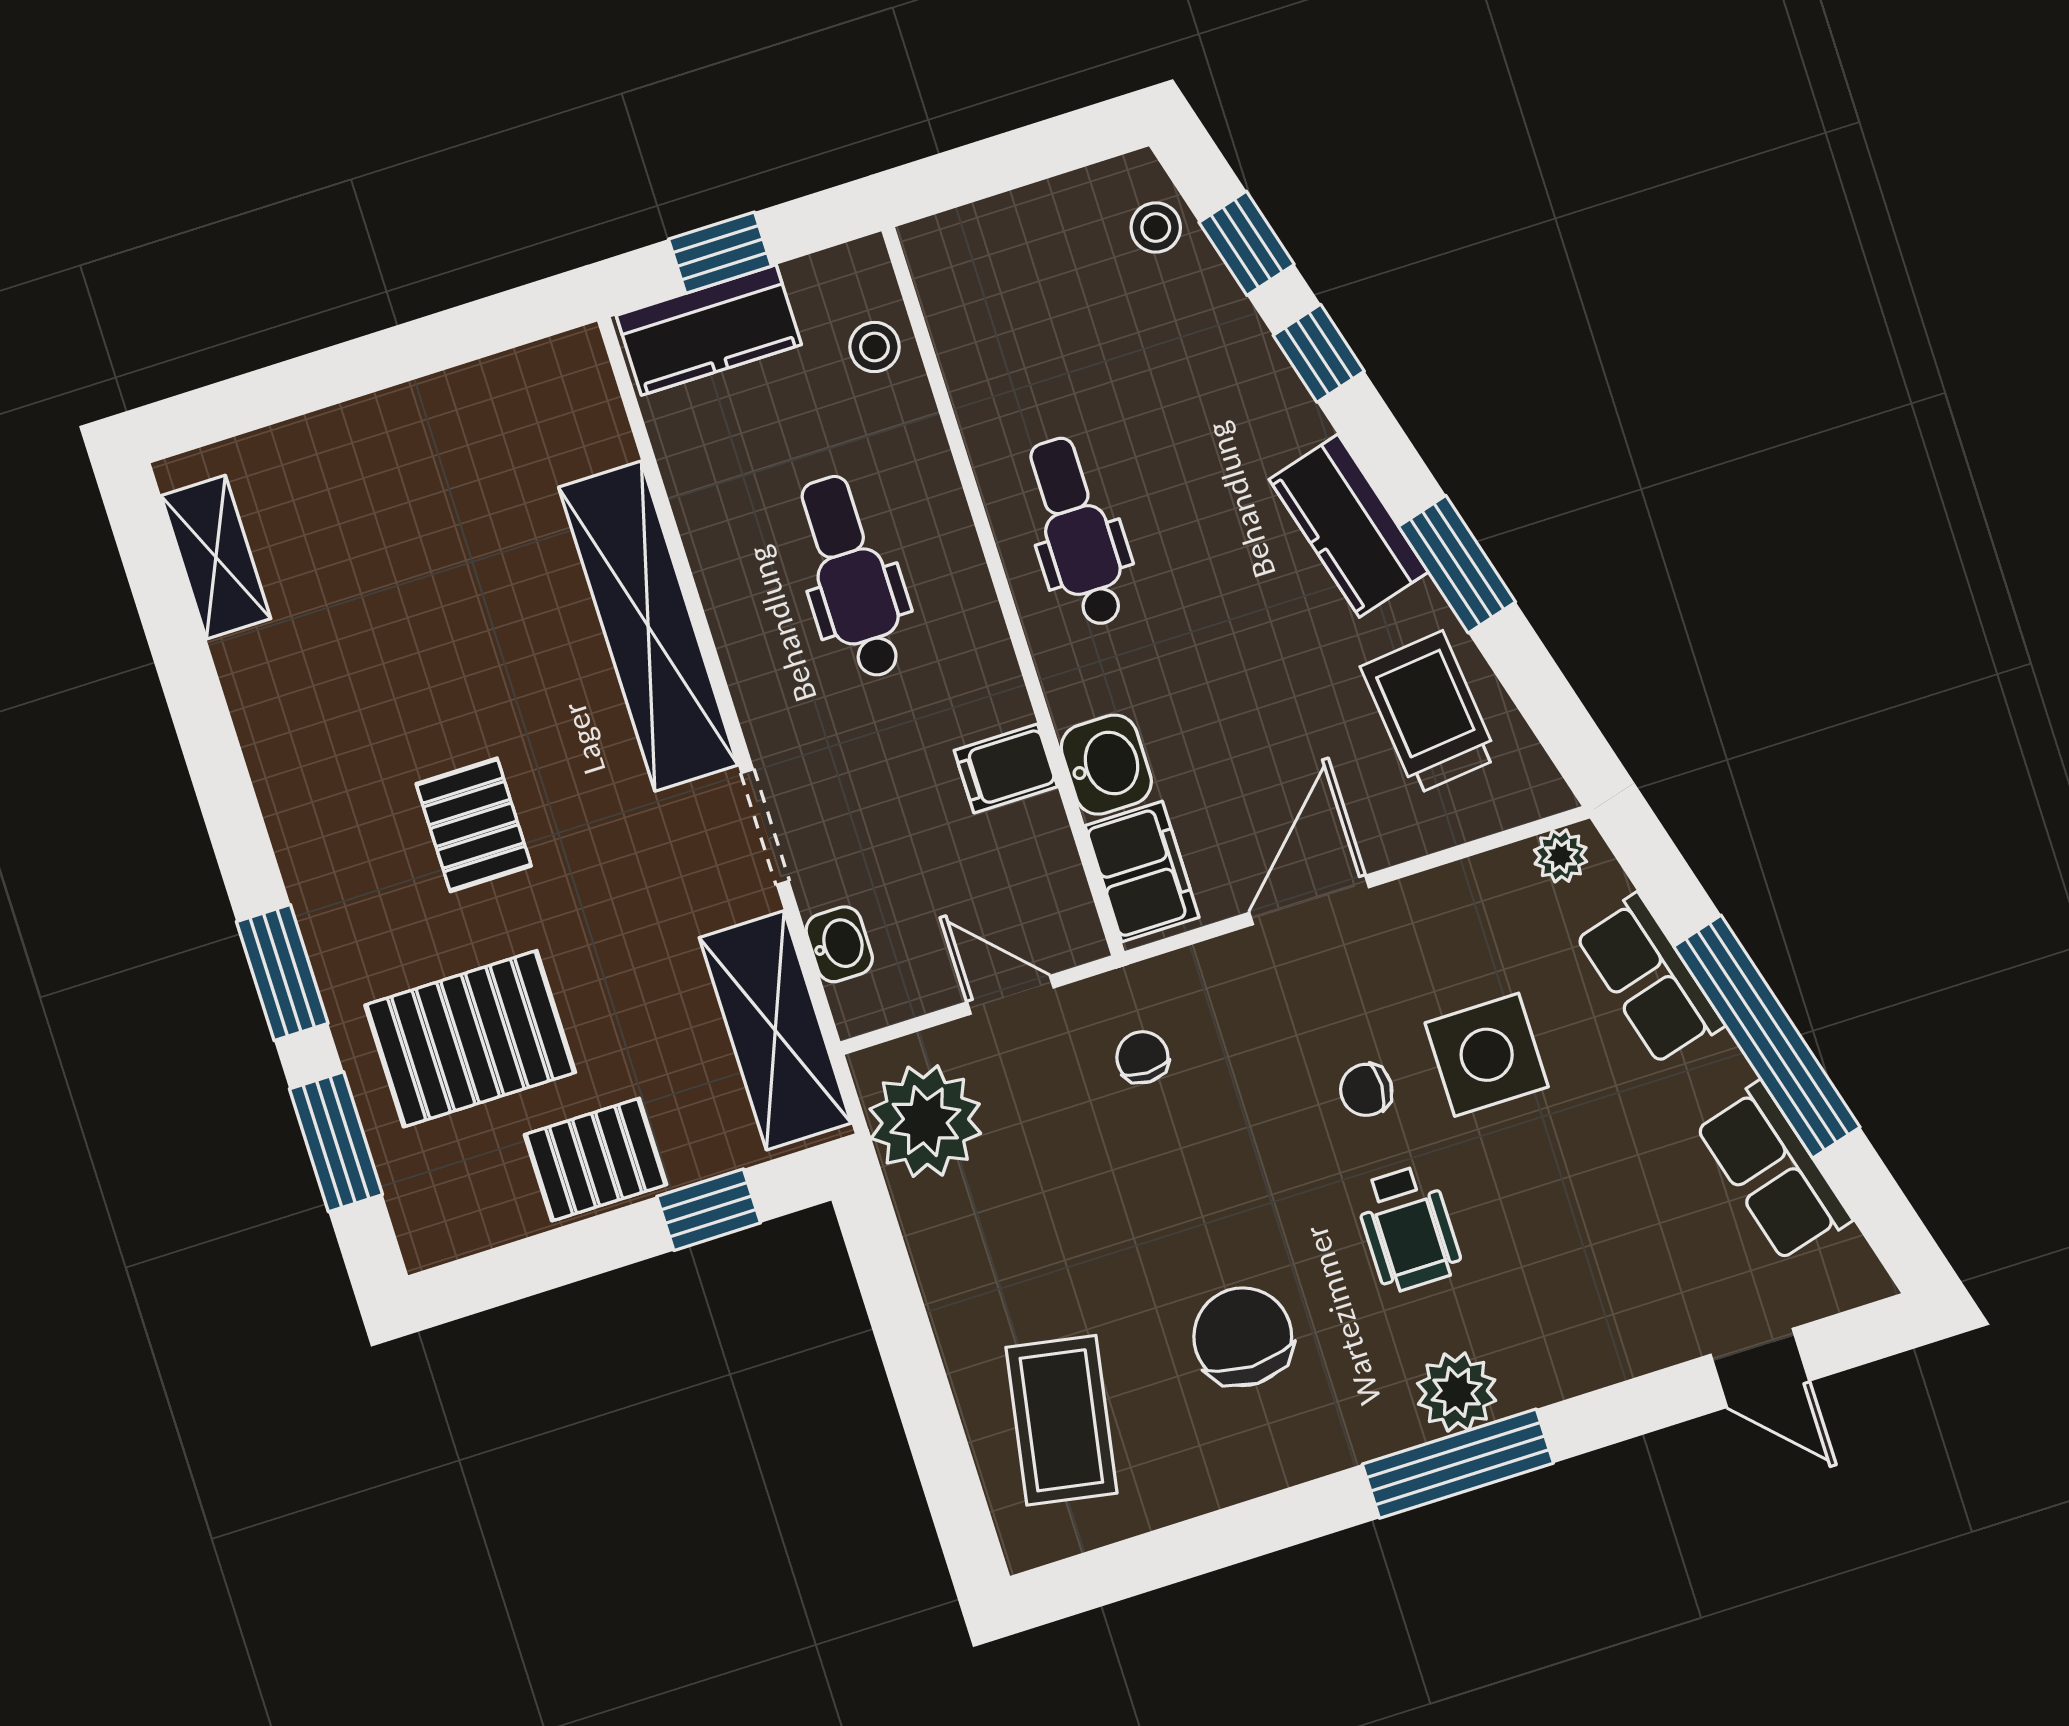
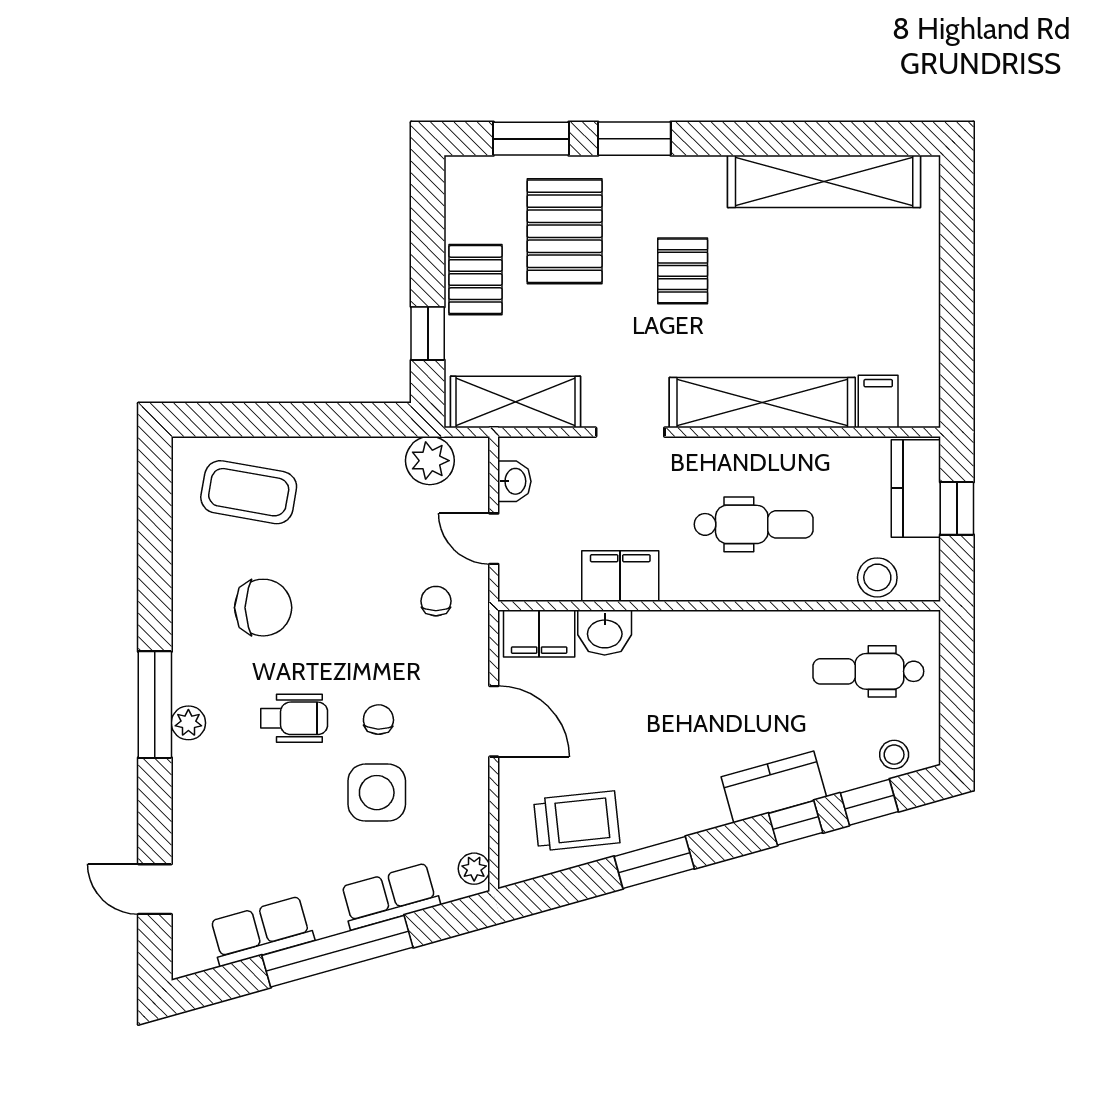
stool: (875, 347) -> (877, 577), width x1.37, depth x1.37
filing cabinet: (586, 437) -> (878, 402), added
kitchen counter: (1349, 526) -> (774, 787), moved
dental chair: (1077, 532) -> (868, 671), moved, turned 180
shelving: (216, 557) -> (824, 181), width x2.20, depth x1.33
filing cabinet: (1006, 768) -> (620, 576), width x2.00
pallet: (474, 825) -> (683, 271), turned 90
washbasin: (839, 944) -> (514, 481), moved, turned -90
door: (1010, 995) -> (494, 539), swing flipped
chair: (1142, 1057) -> (436, 601), turned -90
plant: (925, 1121) -> (430, 461), width x0.73, depth x0.73
wheelchair: (1408, 1229) -> (294, 718), turned 180
door: (1760, 1368) -> (155, 889), hinge flipped
plant: (1457, 1392) -> (188, 723), width x0.73, depth x0.73

